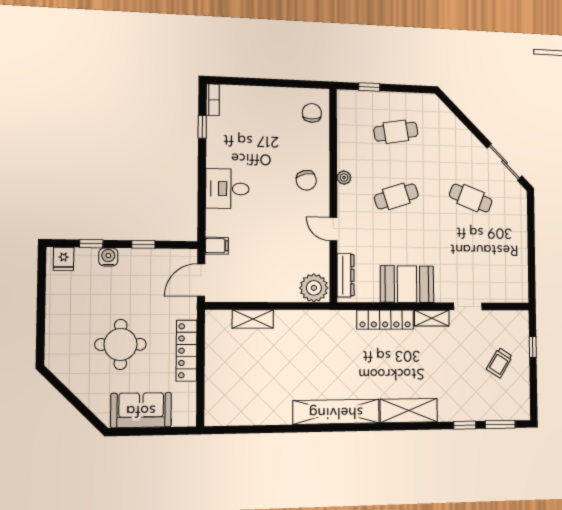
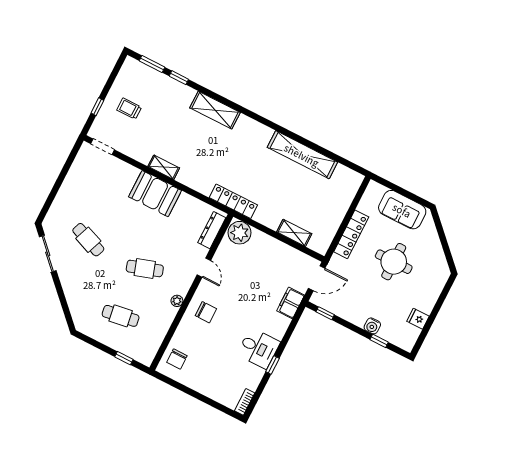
window: (202, 127) -> (272, 365), moved
chair: (306, 180) -> (206, 312), turned 103
desk: (227, 189) -> (258, 348), moved
window: (143, 244) -> (325, 313), moved
filing cabinet: (217, 246) -> (291, 303), width x2.00
fridge: (64, 259) -> (418, 319), moved, turned -90
booth: (407, 284) -> (155, 194), moved
doorway: (468, 306) -> (103, 147), moved
locker: (385, 320) -> (233, 201), moved
trolley: (500, 363) -> (129, 109), turned -122
shelving: (336, 412) -> (302, 155), moved

